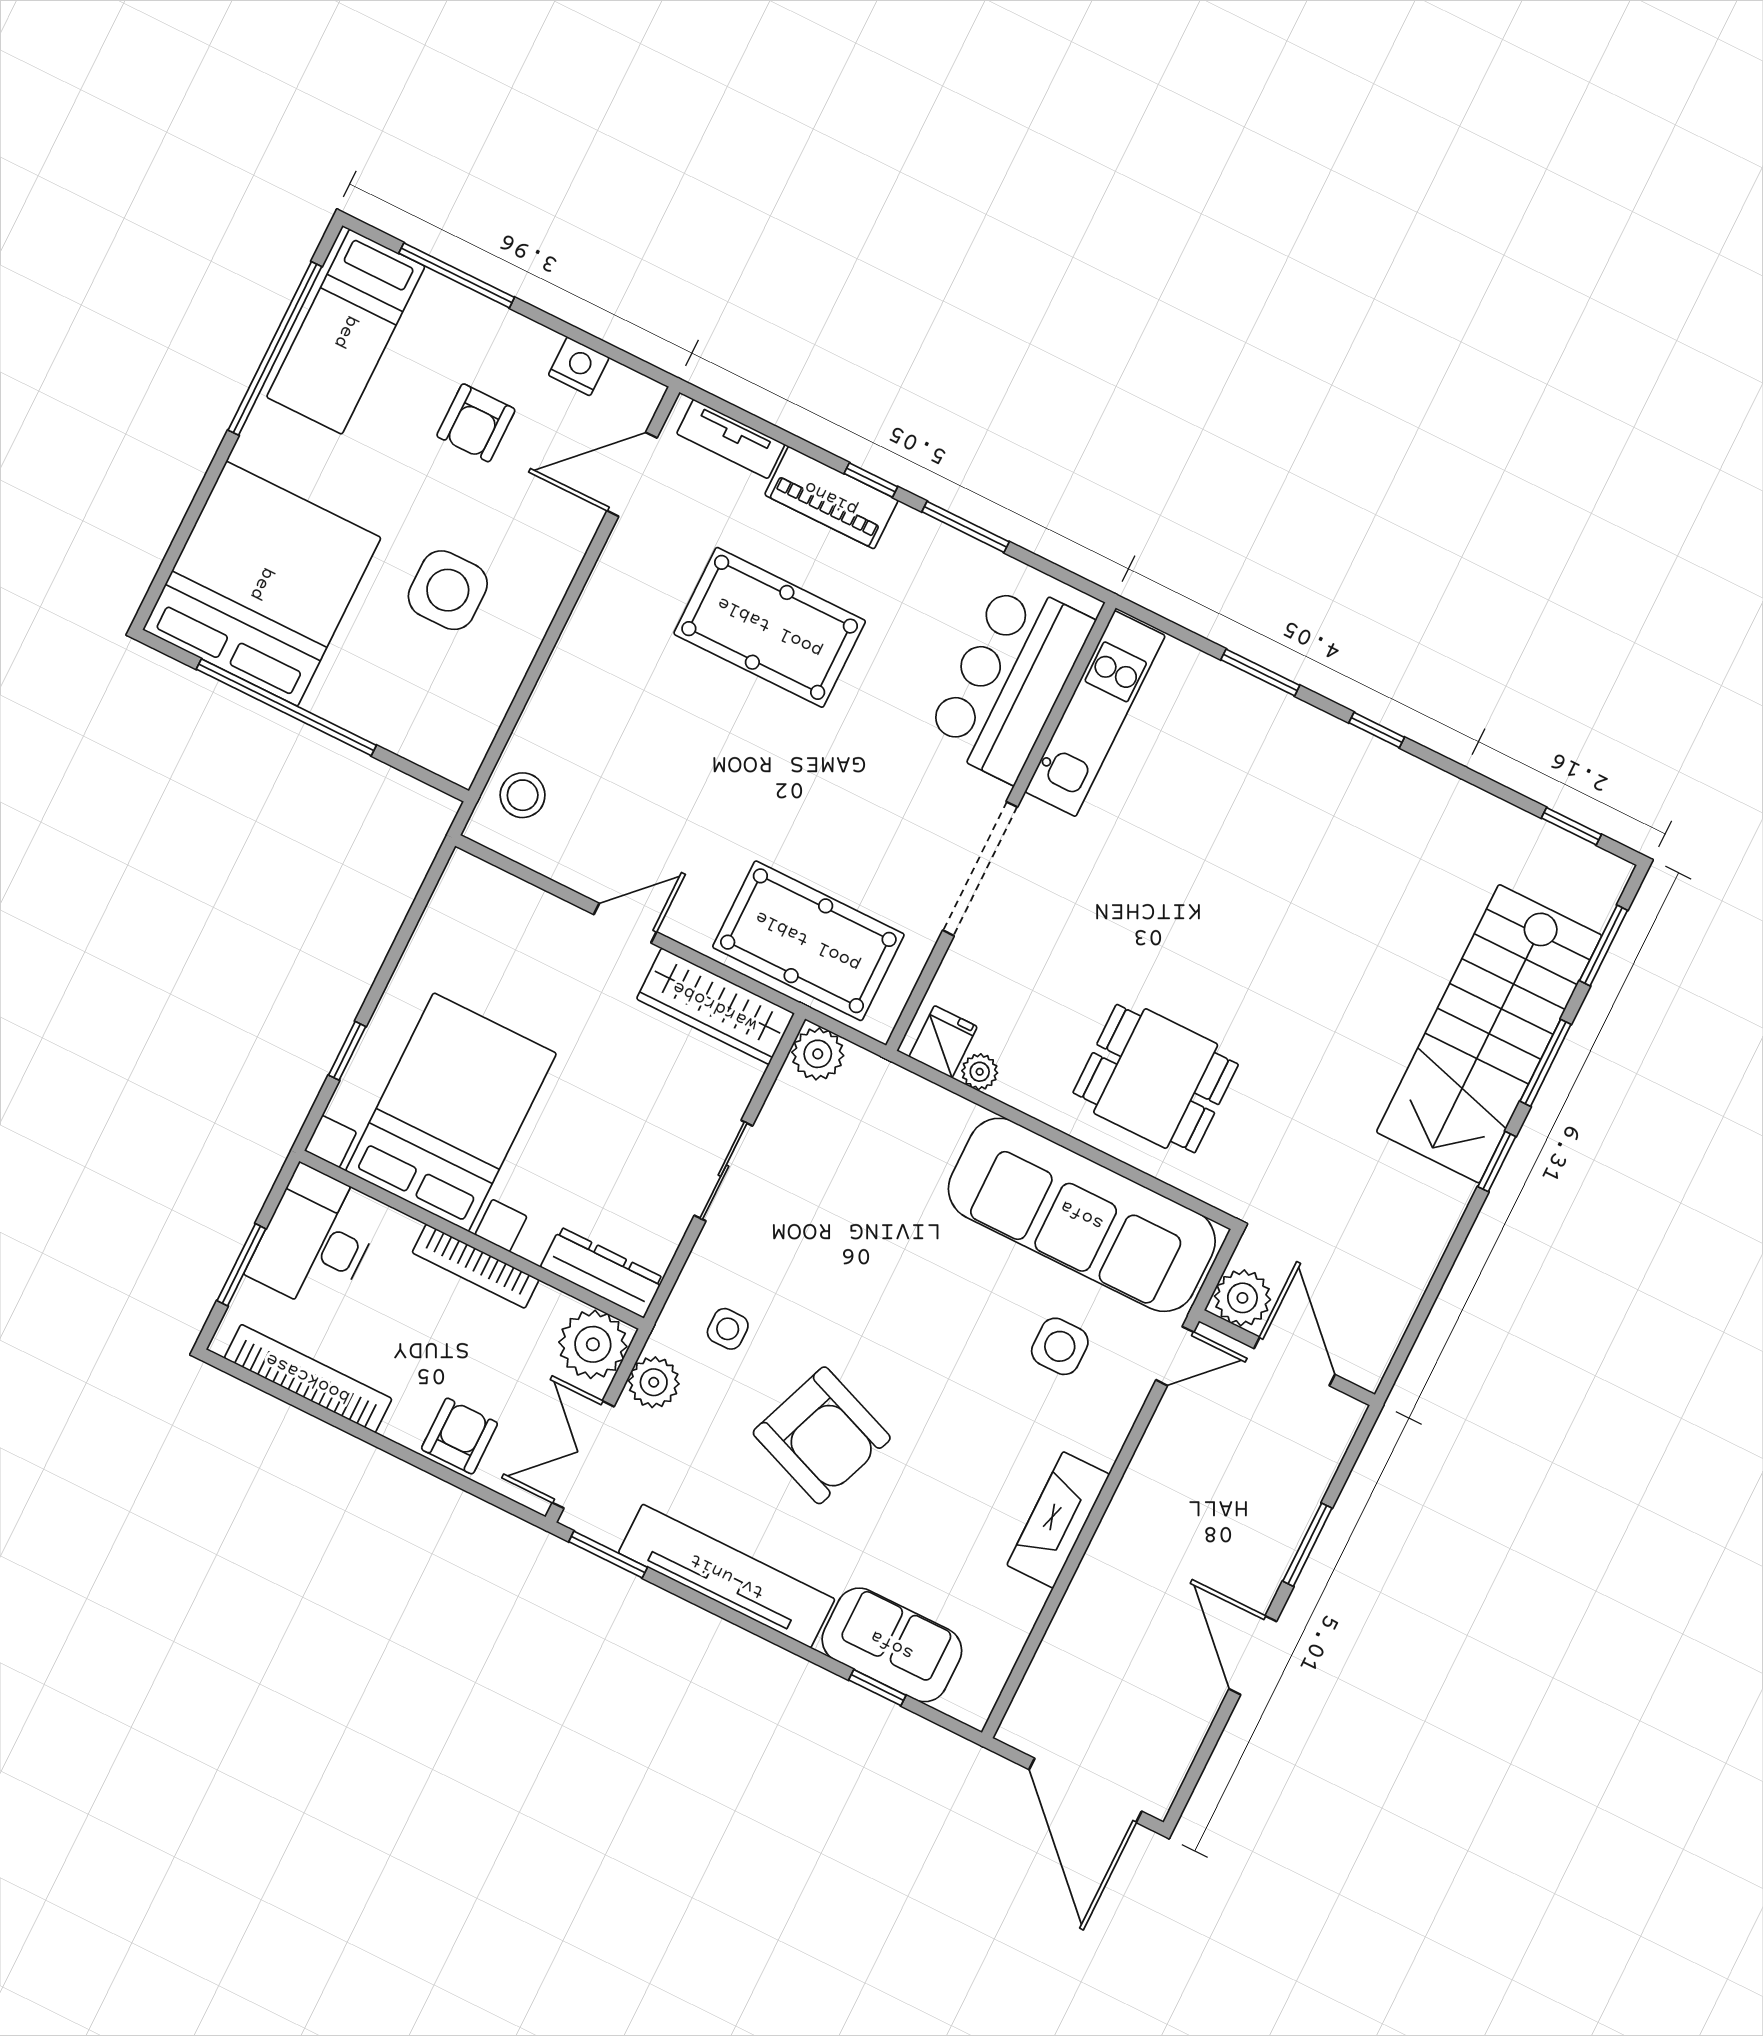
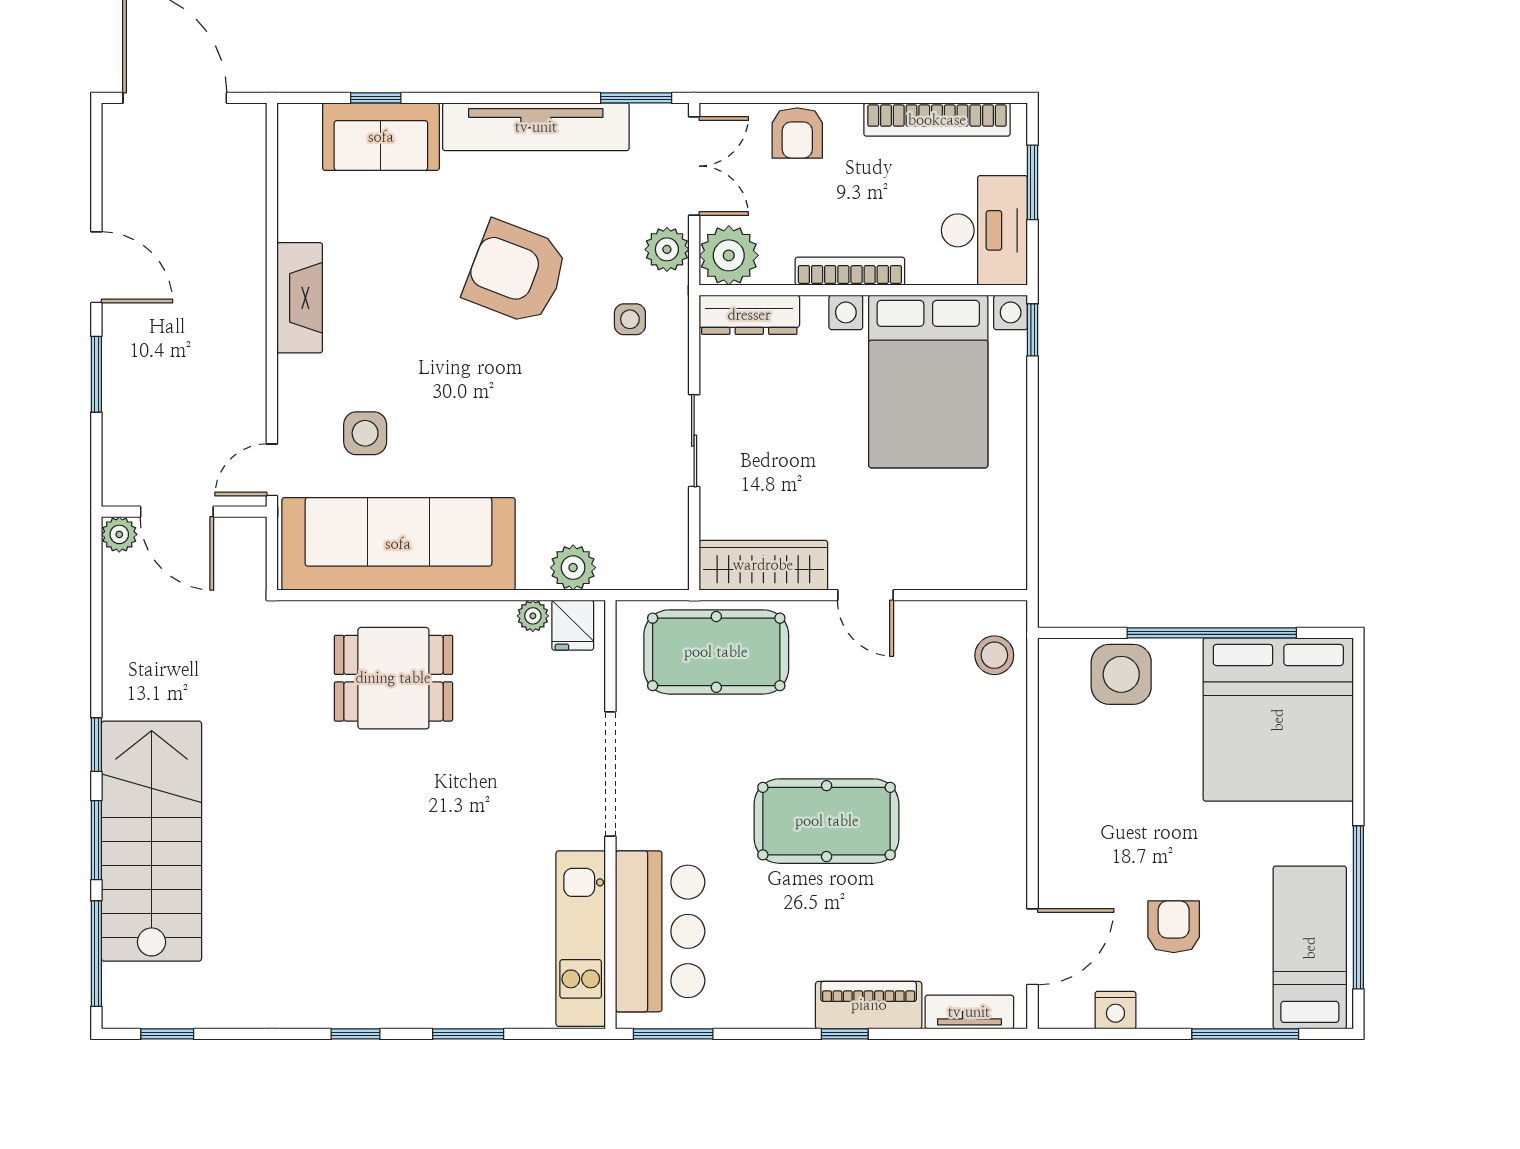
window: (966, 527) -> (673, 1034), moved
side table: (448, 590) -> (1121, 674), moved
pool table: (770, 627) -> (827, 821), moved
door: (625, 923) -> (865, 595), hinge flipped
window: (1604, 945) -> (96, 954), width x1.44
window: (347, 1051) -> (1033, 330), moved
plant: (818, 1054) -> (573, 568), moved
plant: (1242, 1298) -> (119, 534), moved, width x0.73, depth x0.73

